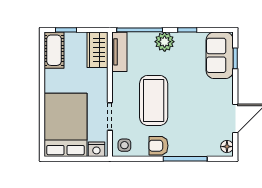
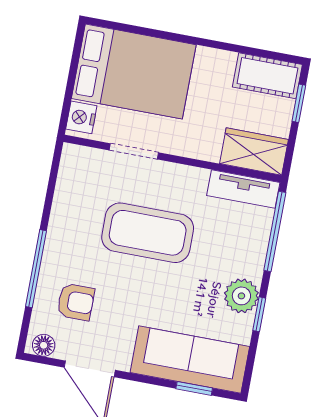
plant: (165, 42) -> (241, 296), moved
sofa: (220, 55) -> (190, 360), width x1.36
side table: (124, 145) -> (79, 167), removed
armchair: (158, 146) -> (76, 302), moved, turned 90

